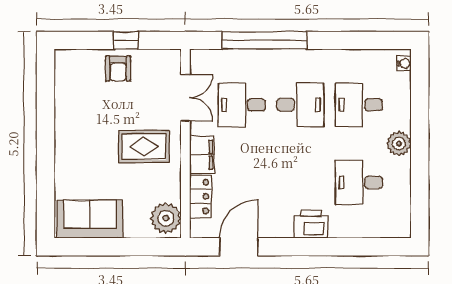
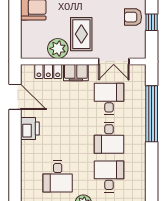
desk: (359, 182) -> (58, 176), turned 180
plant: (166, 218) -> (58, 49), moved
printer: (311, 224) -> (30, 129), moved

